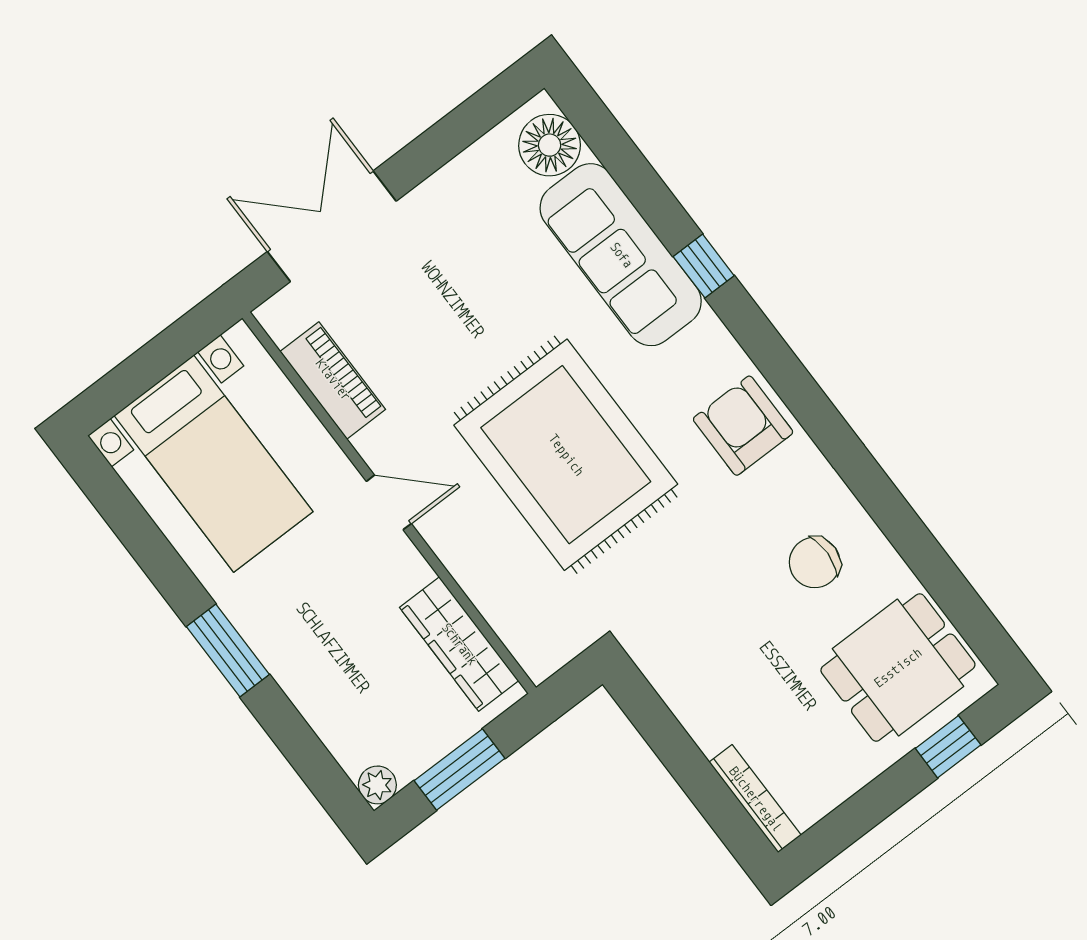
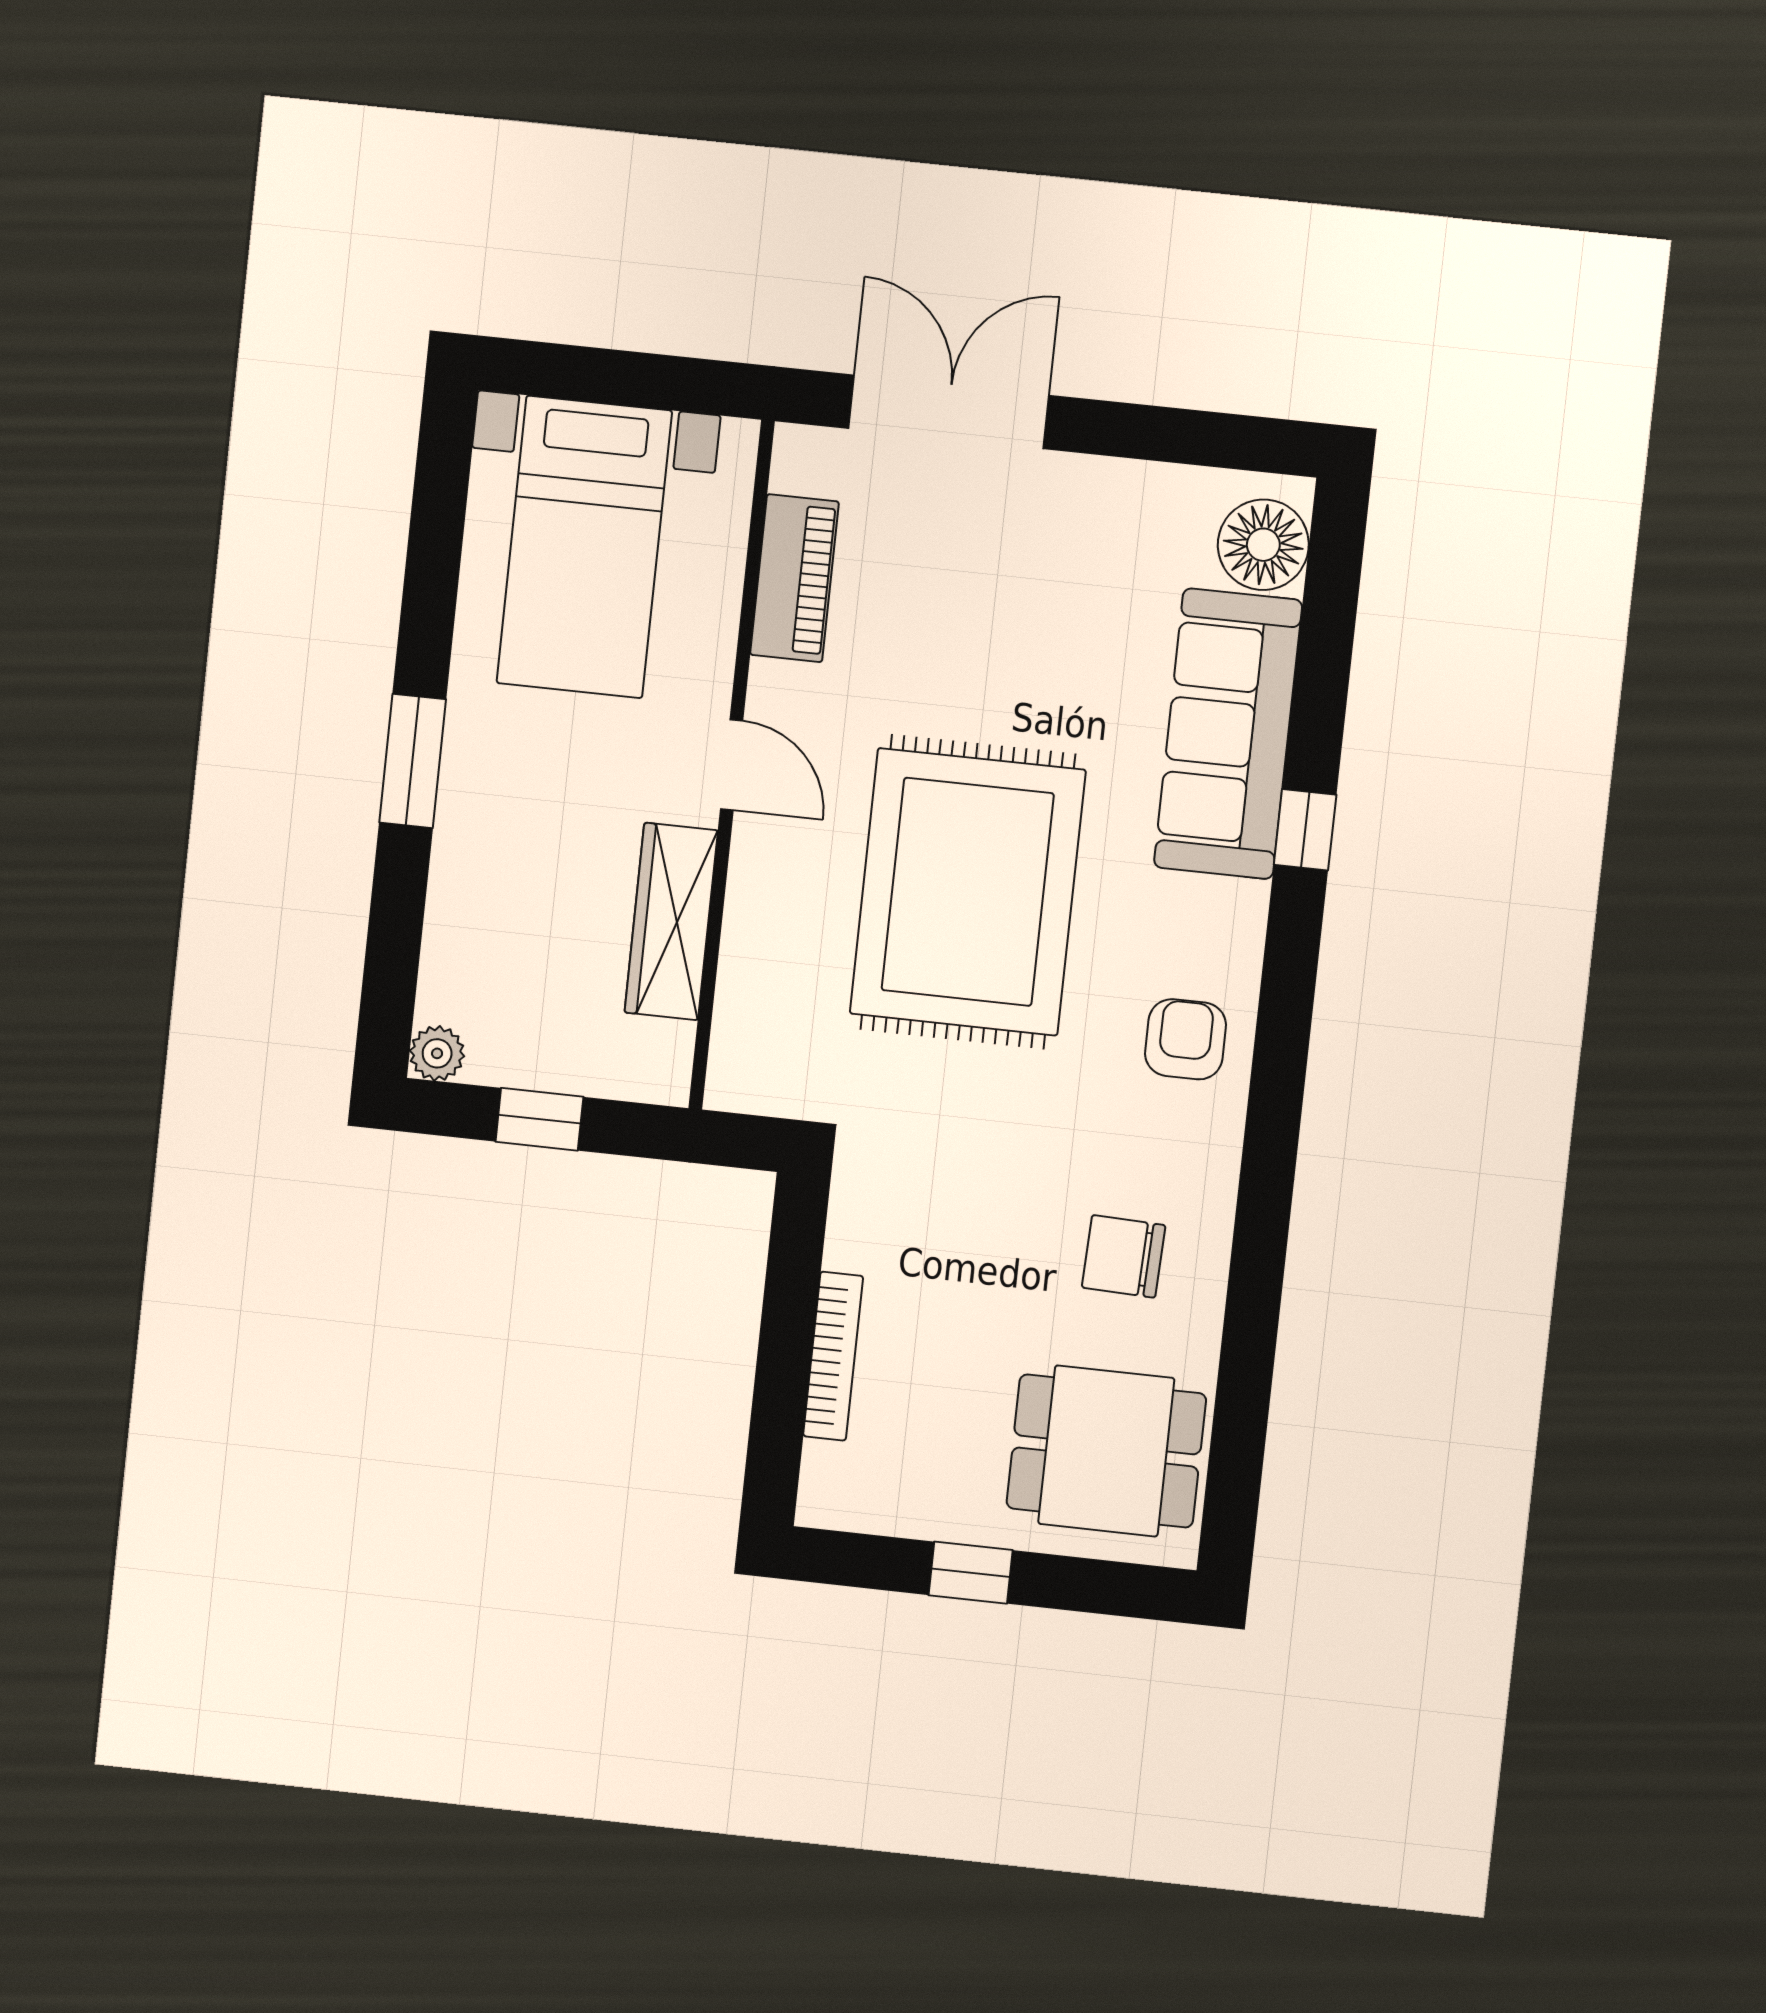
armchair: (743, 426) -> (1186, 1039), width x0.72, depth x0.72
wardrobe: (459, 644) -> (671, 921), moved
window: (948, 747) -> (971, 1573), moved
window: (459, 769) -> (539, 1119), width x0.67
bookcase: (755, 799) -> (833, 1356), moved

